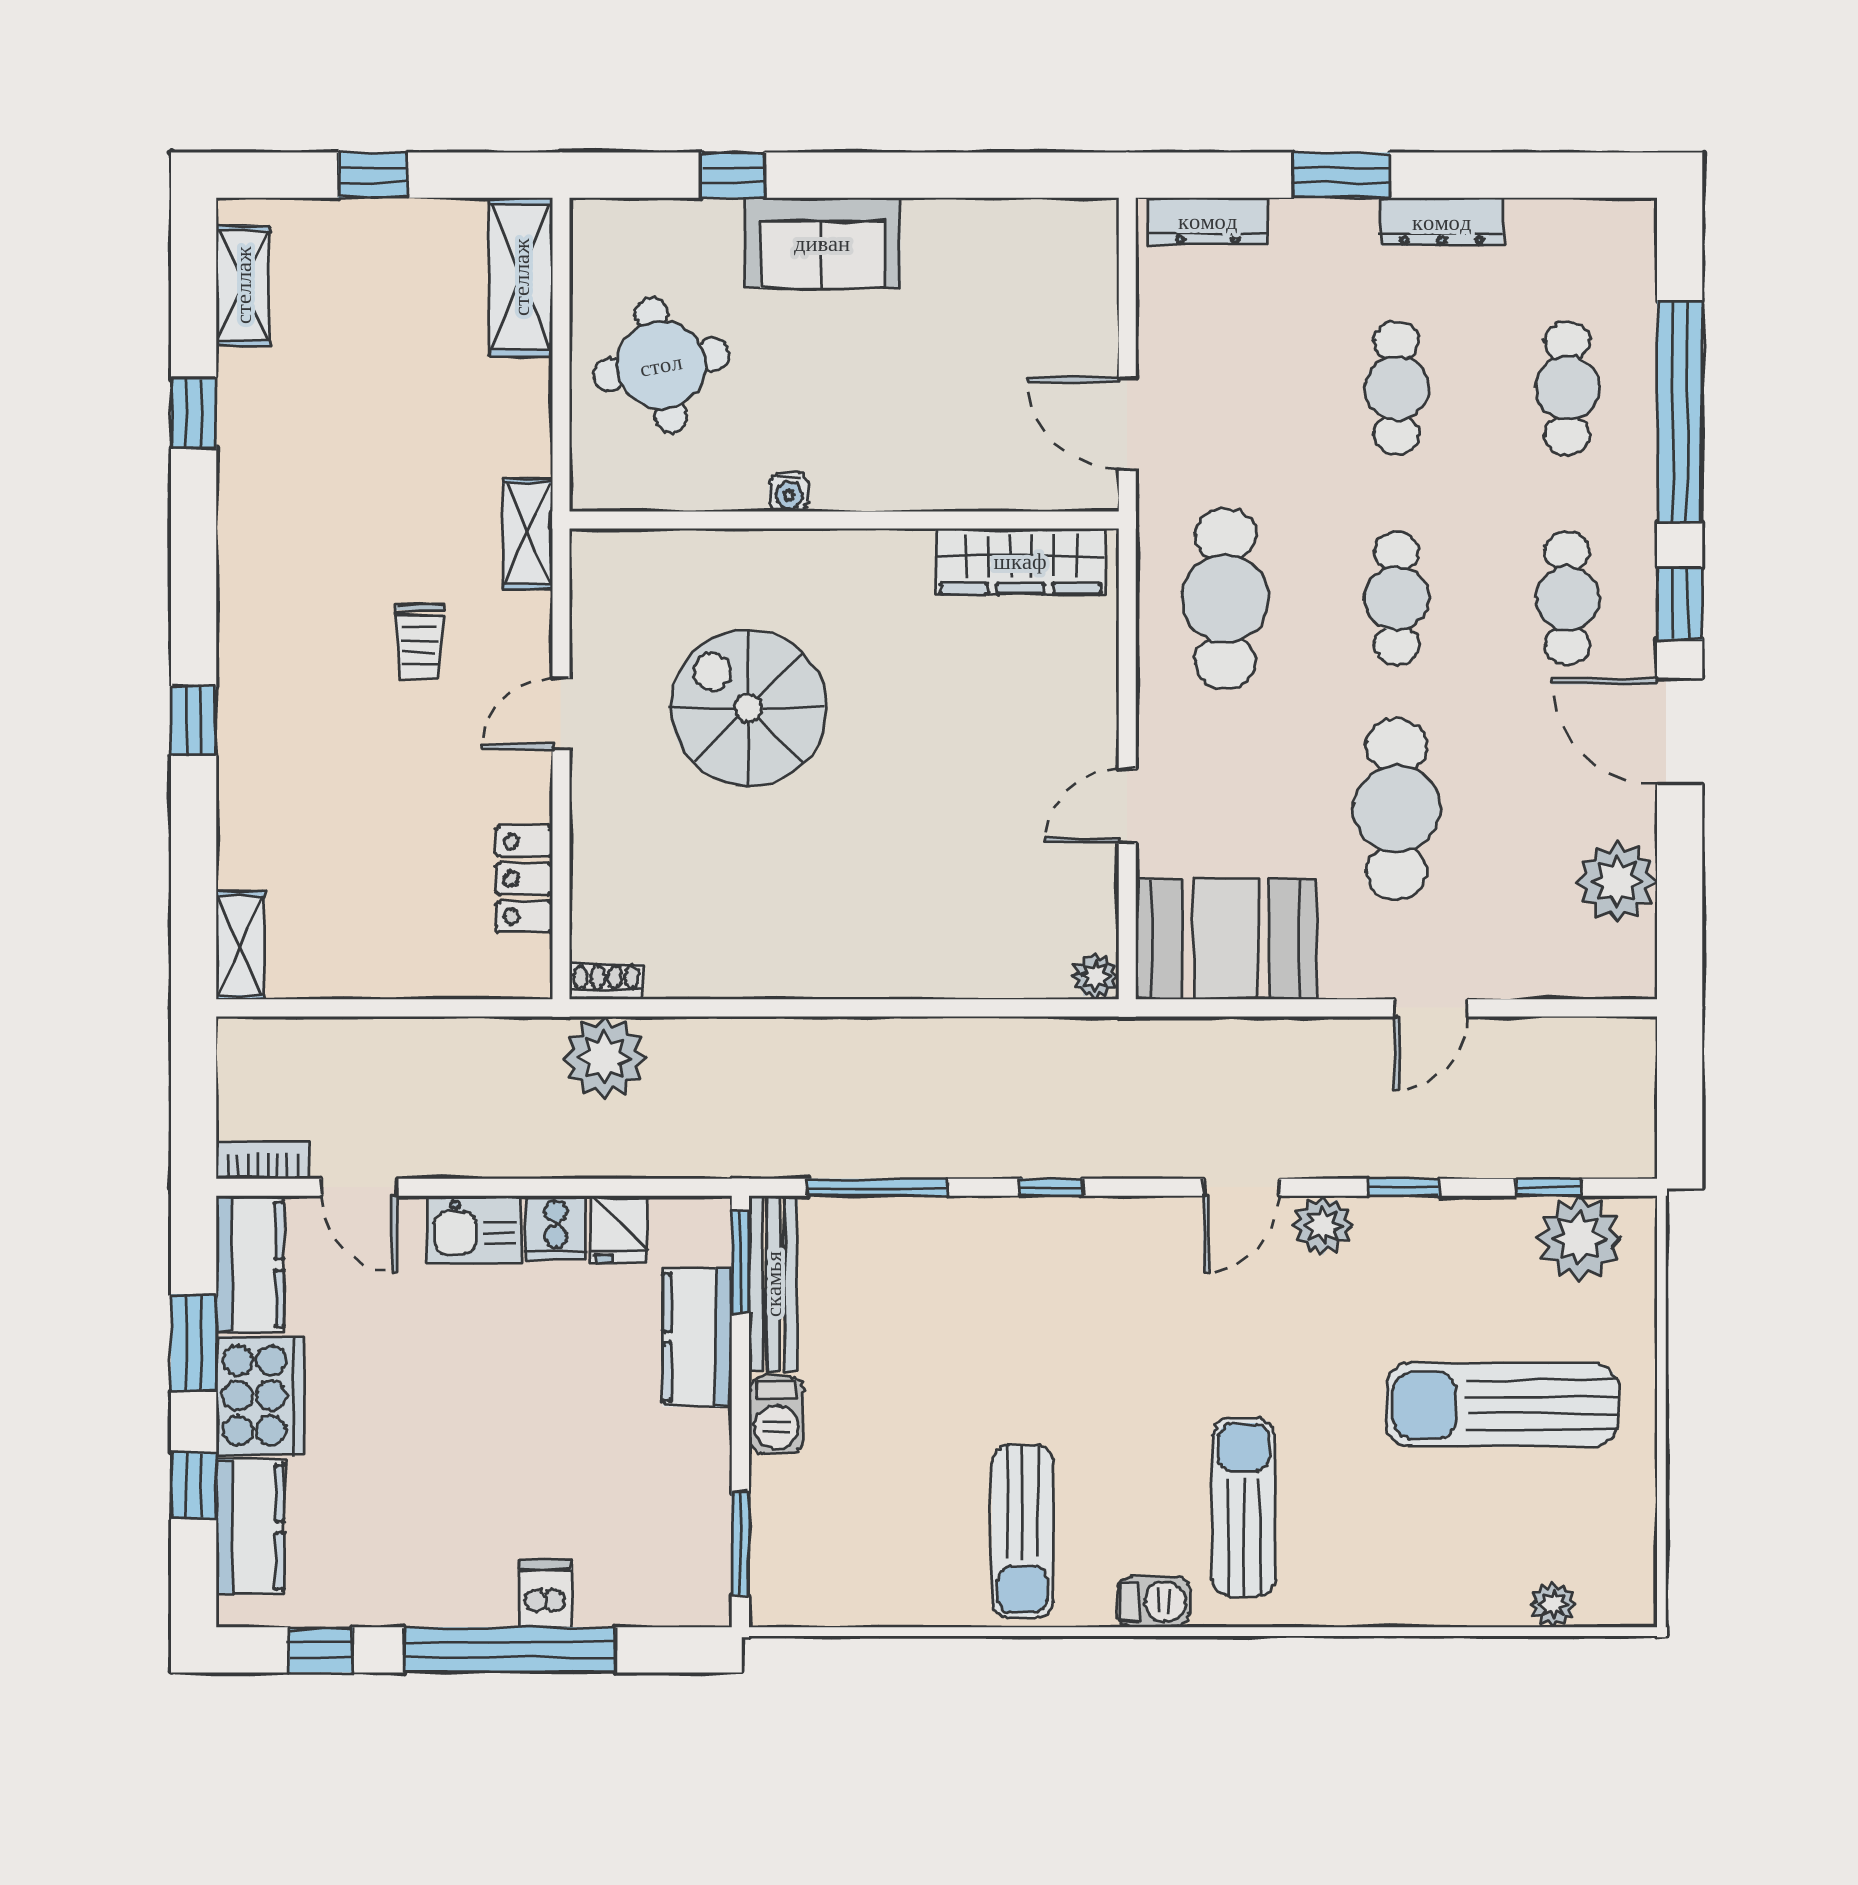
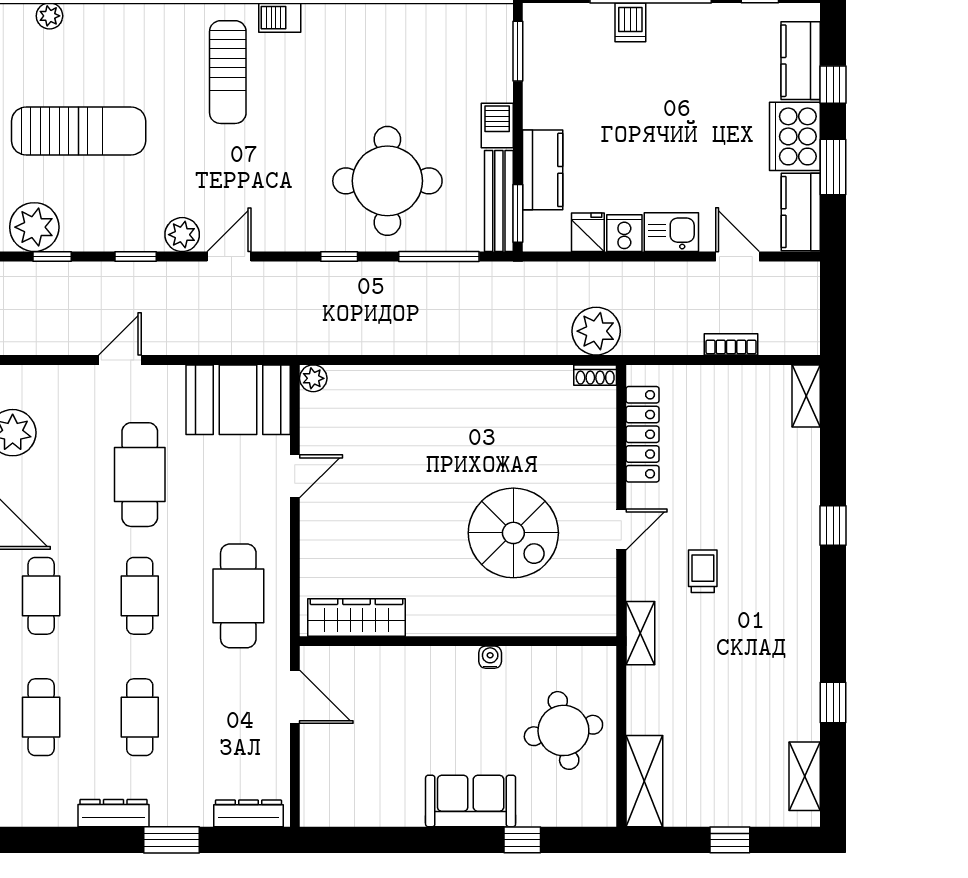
locker: (524, 879) -> (642, 434), width x1.53
bookcase: (262, 1160) -> (731, 344), moved, turned 180
round table: (967, 1318) -> (387, 181), added
sun lounger: (1022, 1532) -> (355, 58), removed

